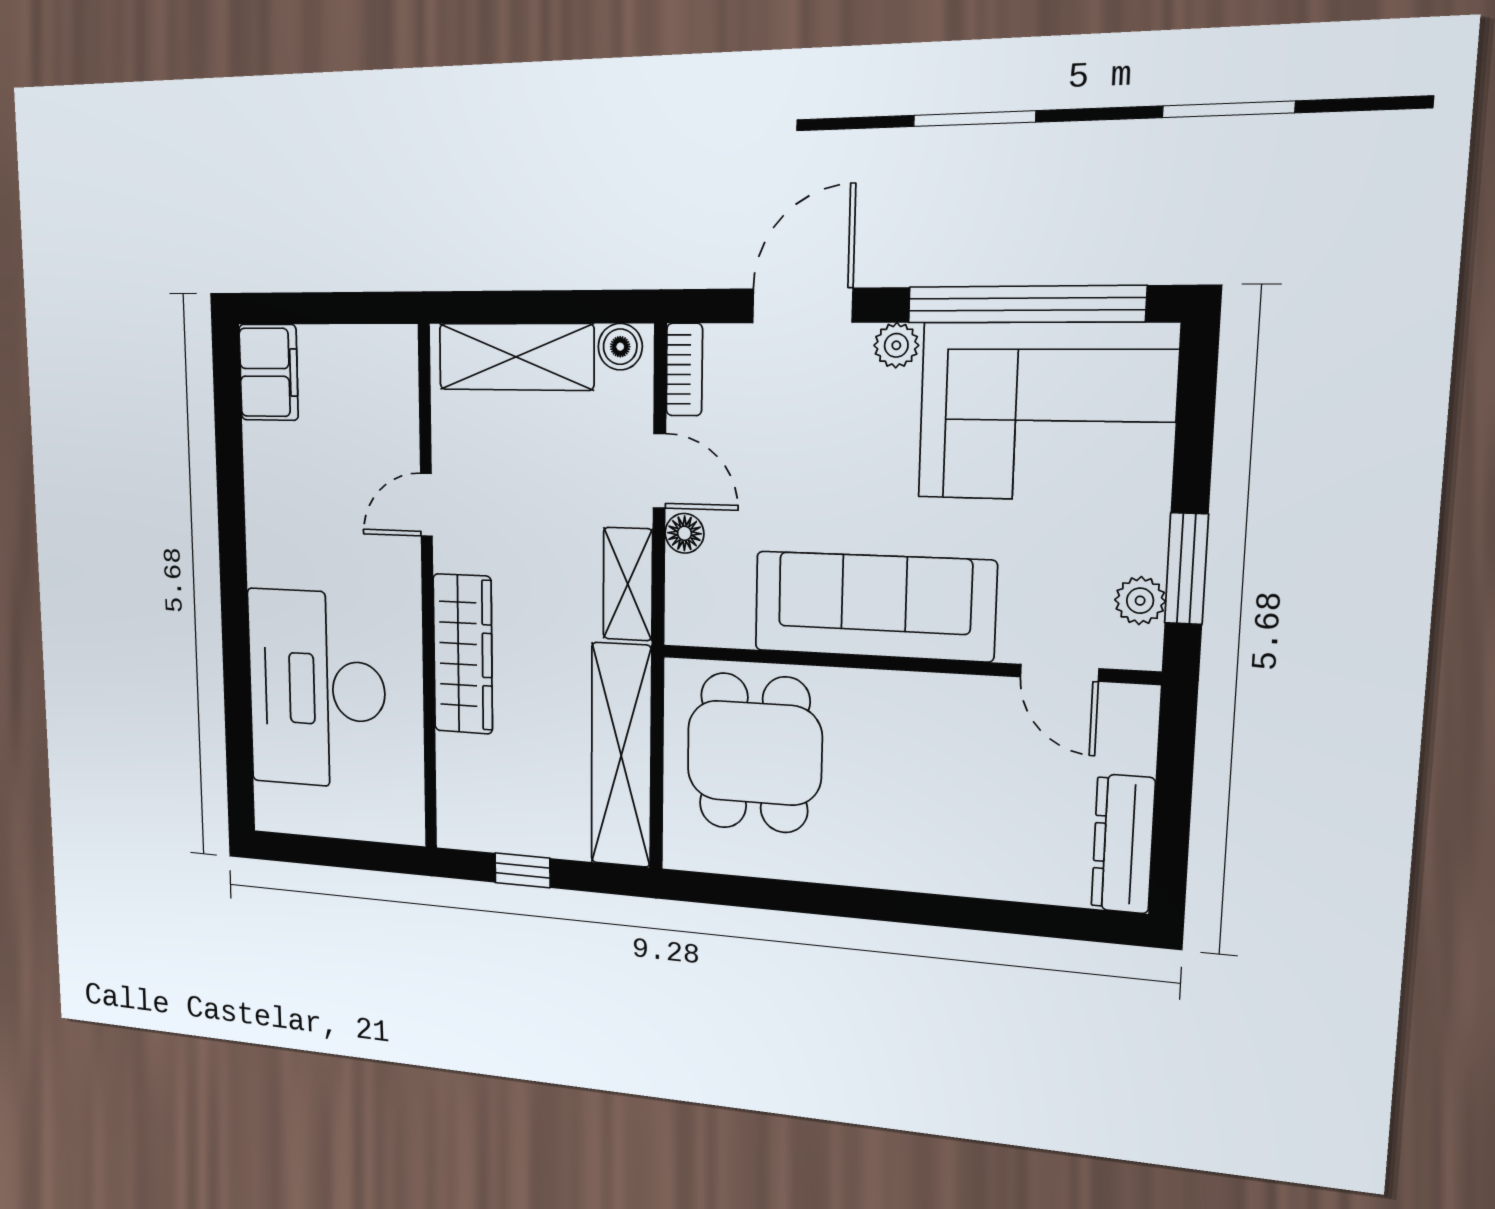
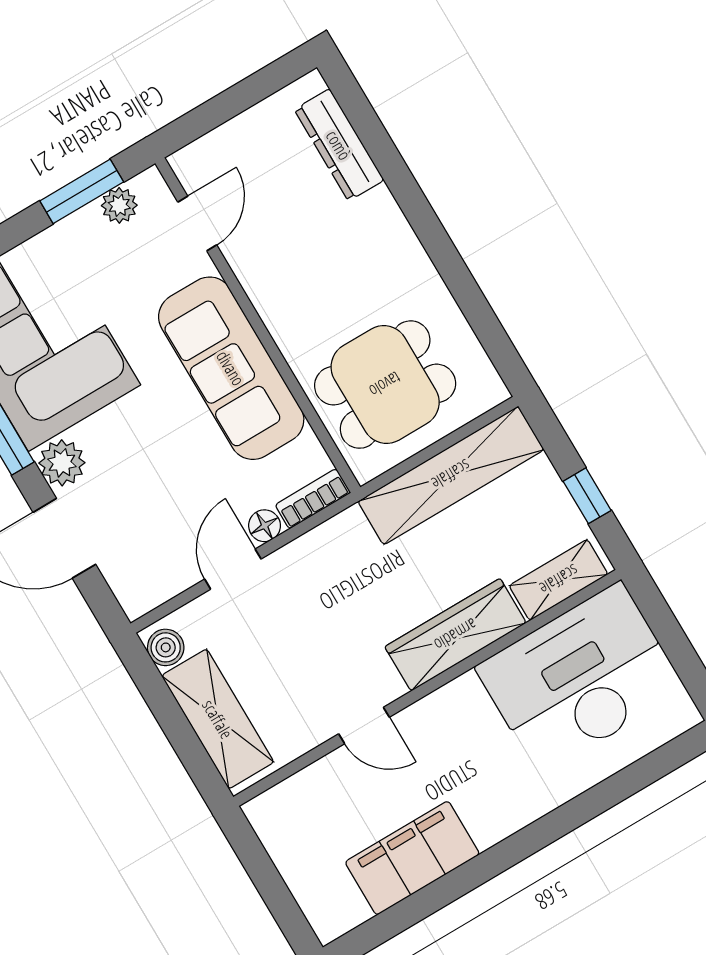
plant: (896, 345) -> (62, 463), width x1.38, depth x1.38
bookcase: (684, 370) -> (313, 499), moved
filing cabinet: (269, 372) -> (412, 858), moved, width x1.50, depth x1.17
shelving: (628, 584) -> (559, 580), moved
desk: (317, 689) -> (580, 678), moved, turned 180
dresser: (1123, 844) -> (339, 145), moved, turned 90

